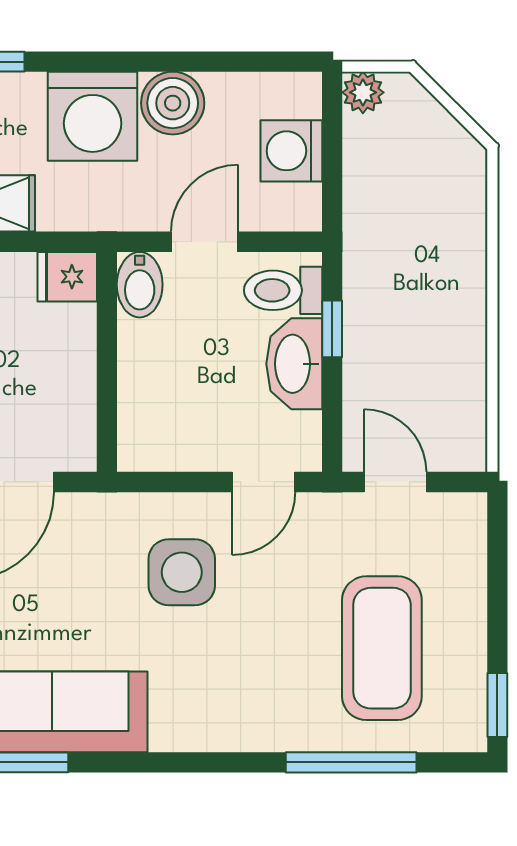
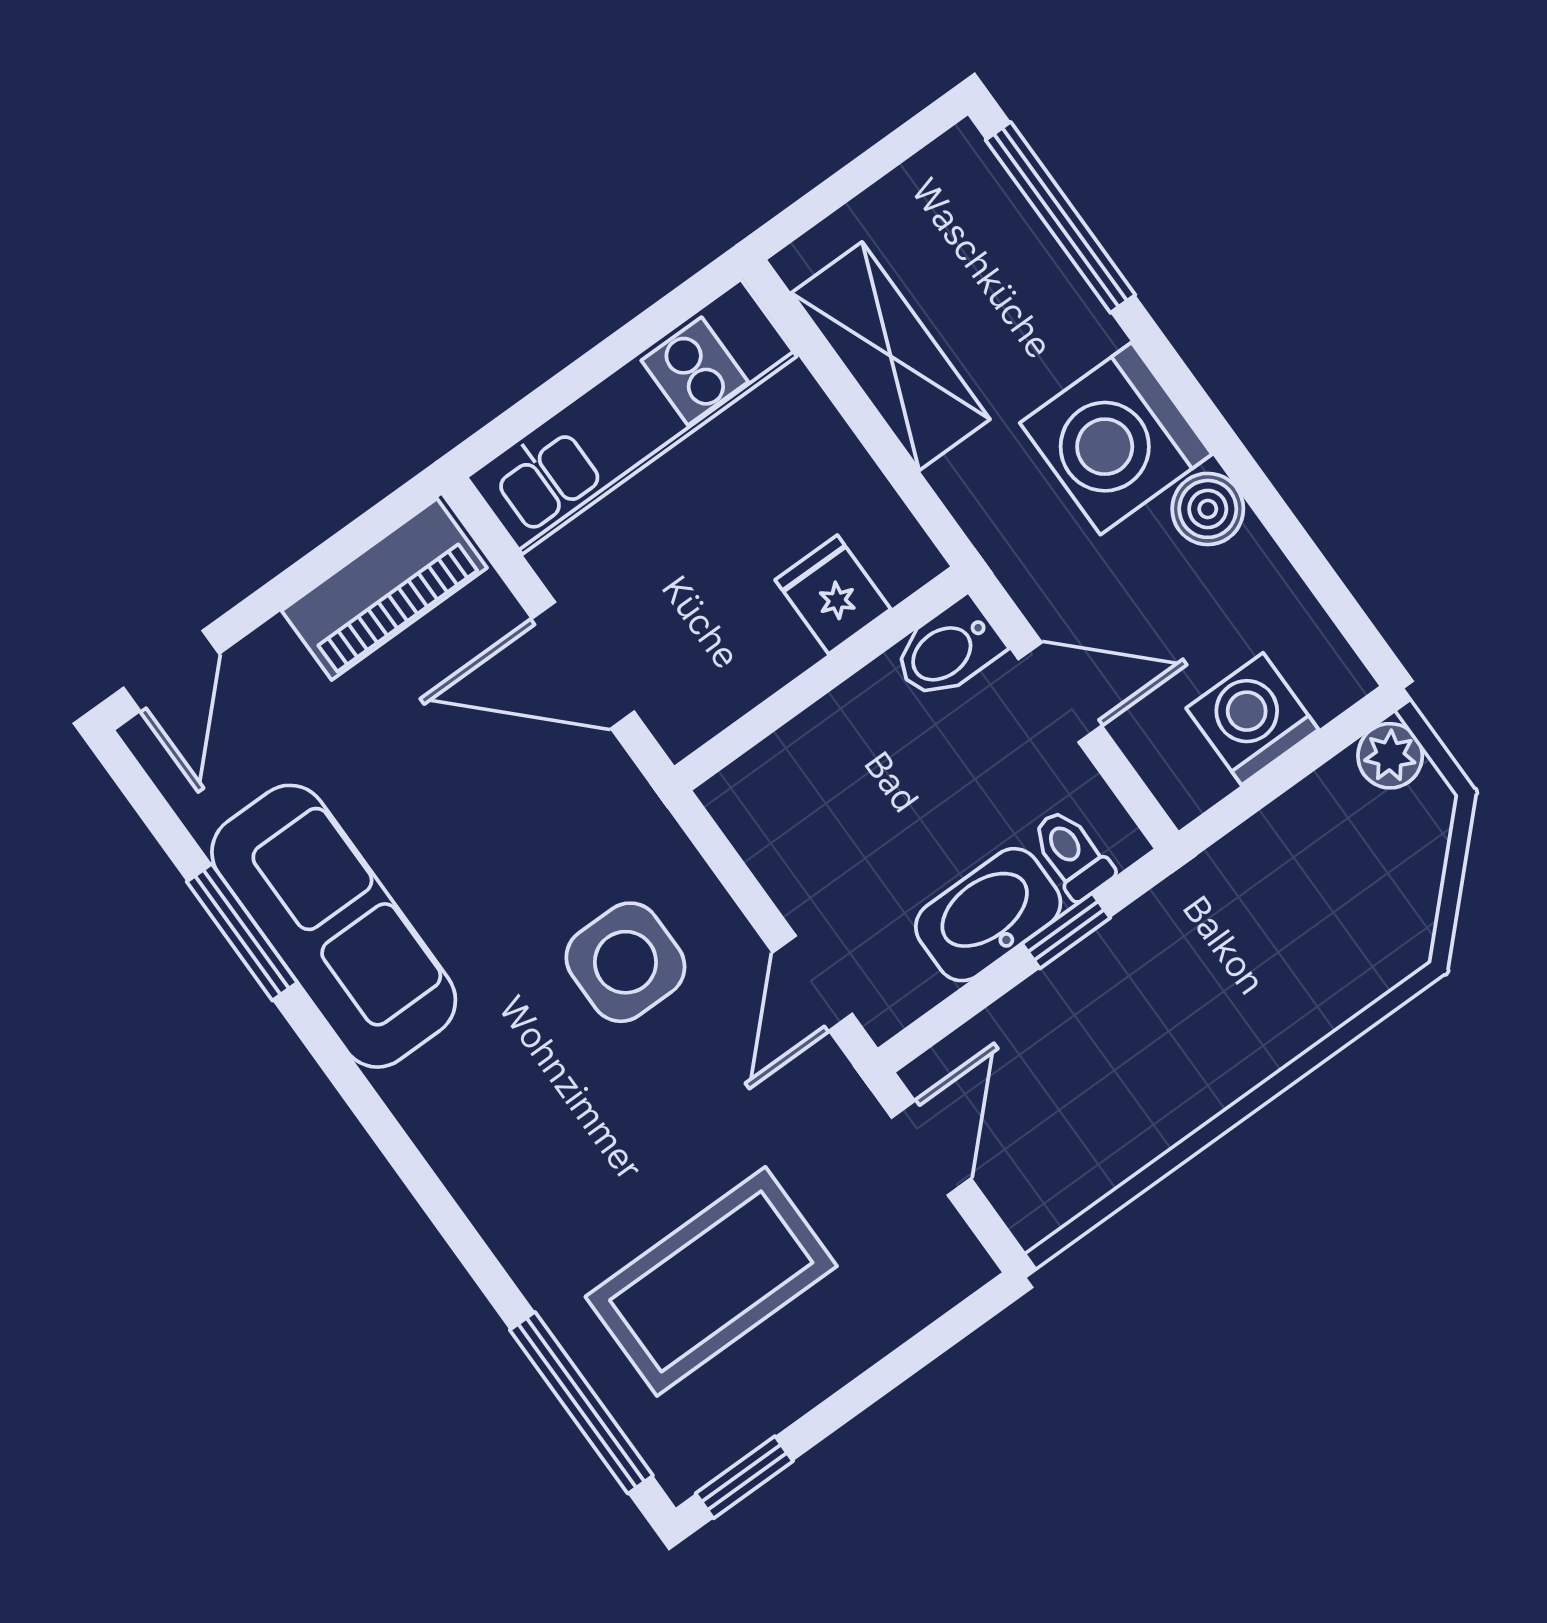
boiler: (173, 103) -> (1208, 509), width x0.73, depth x0.73
fridge: (67, 277) -> (833, 595), moved
toilet: (283, 290) -> (1072, 854), width x0.73, depth x0.72
door: (264, 482) -> (812, 983), hinge flipped
window: (351, 762) -> (581, 1403), moved

